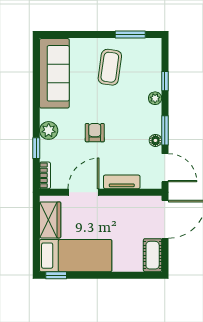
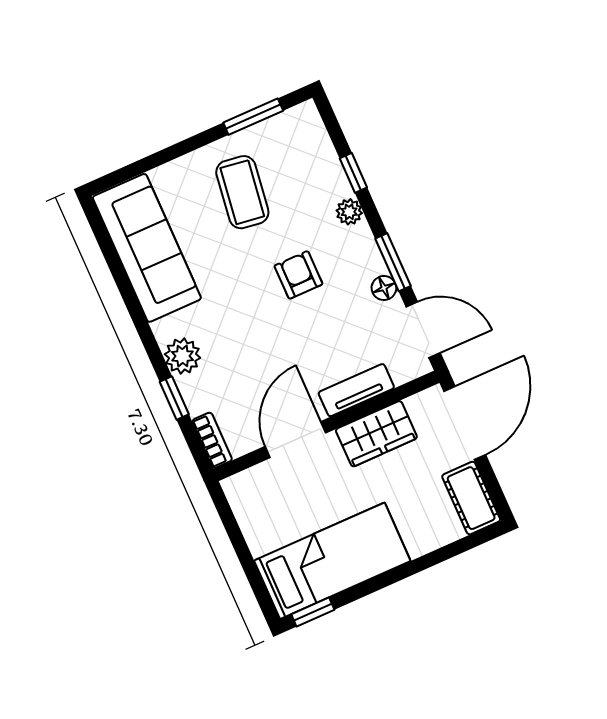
armchair: (95, 133) -> (298, 275), moved
wardrobe: (50, 220) -> (376, 434), moved, turned 90

